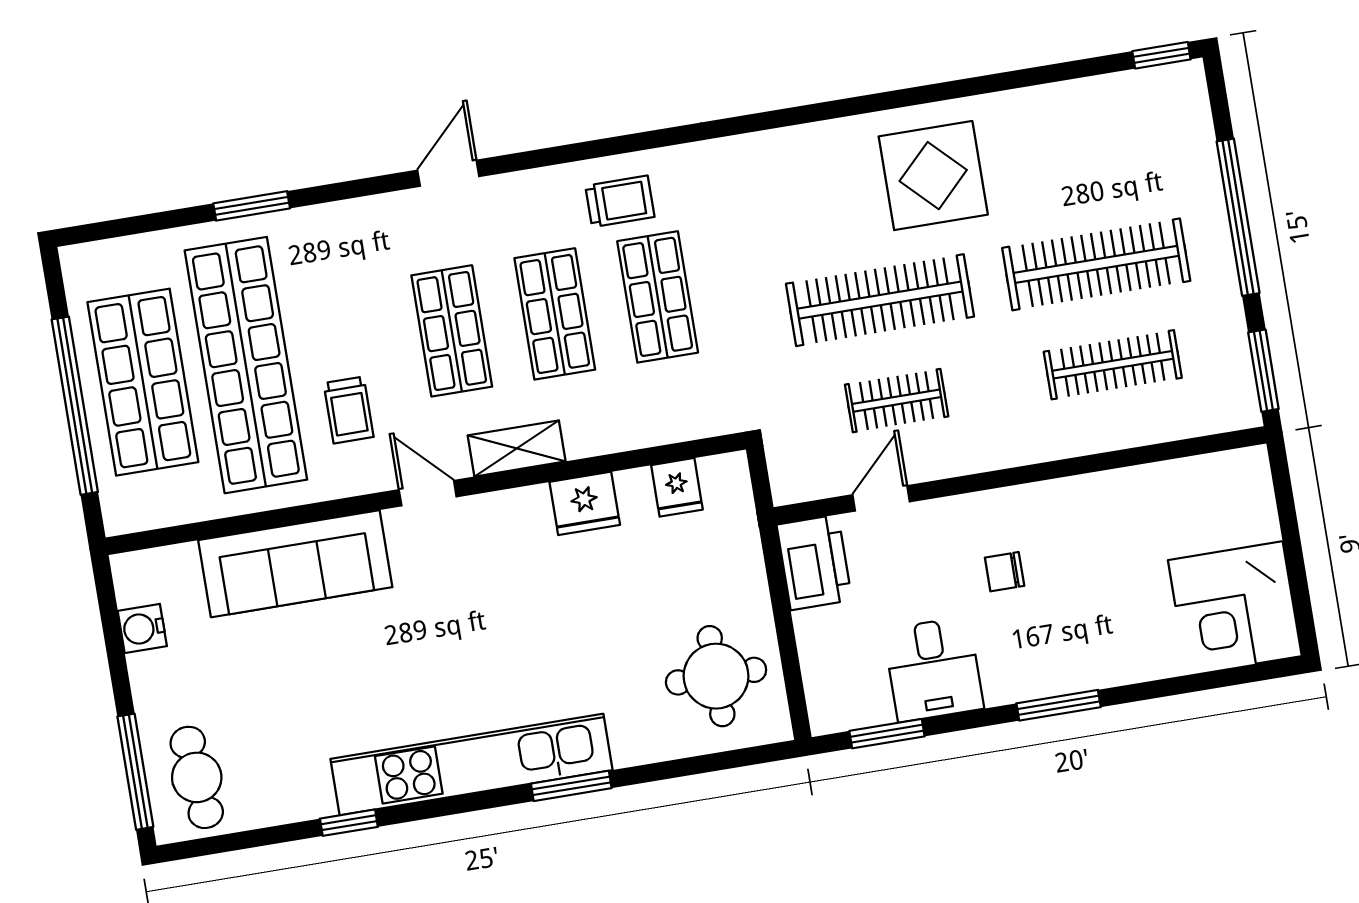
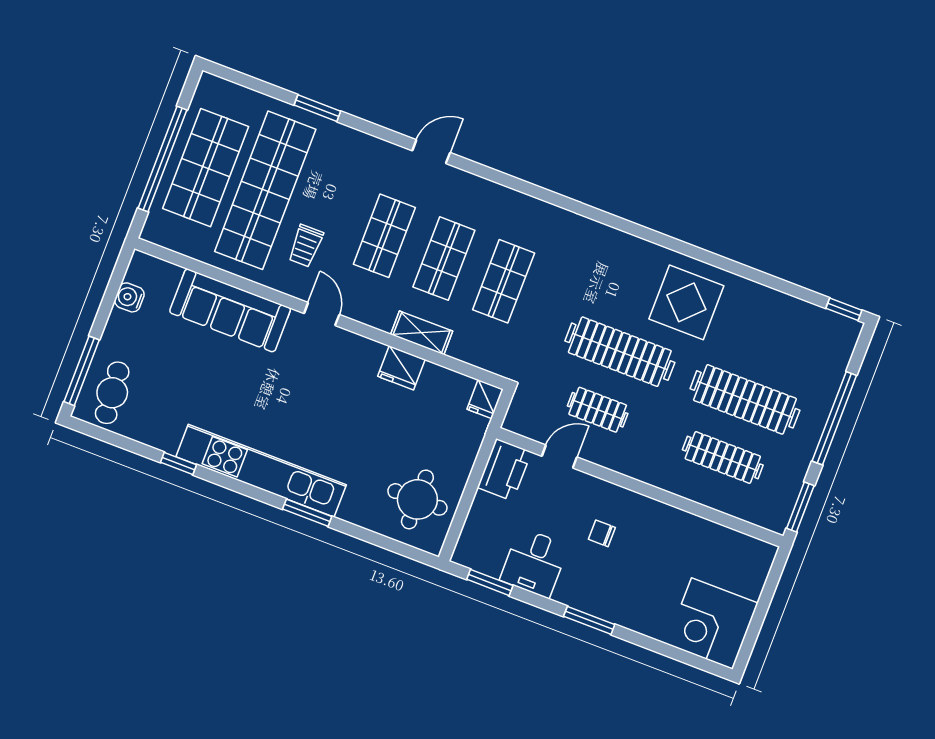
trolley: (620, 201) -> (513, 219), removed
shelving: (517, 448) -> (422, 333), moved
fridge: (677, 487) -> (485, 399), moved

